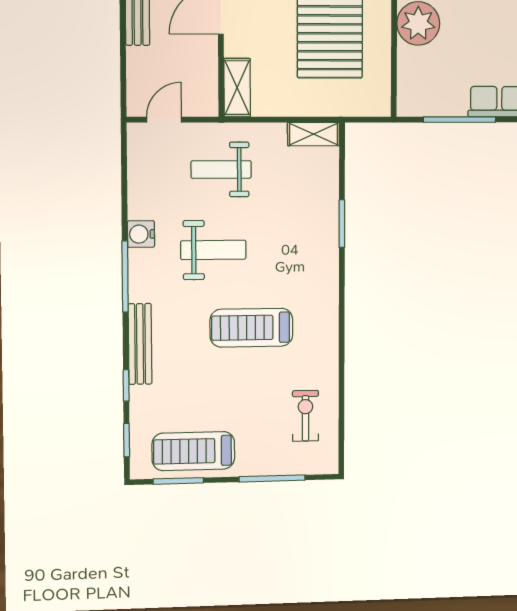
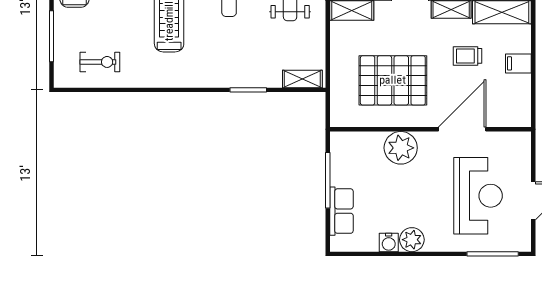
shelving: (313, 134) -> (302, 79), moved, turned 90

